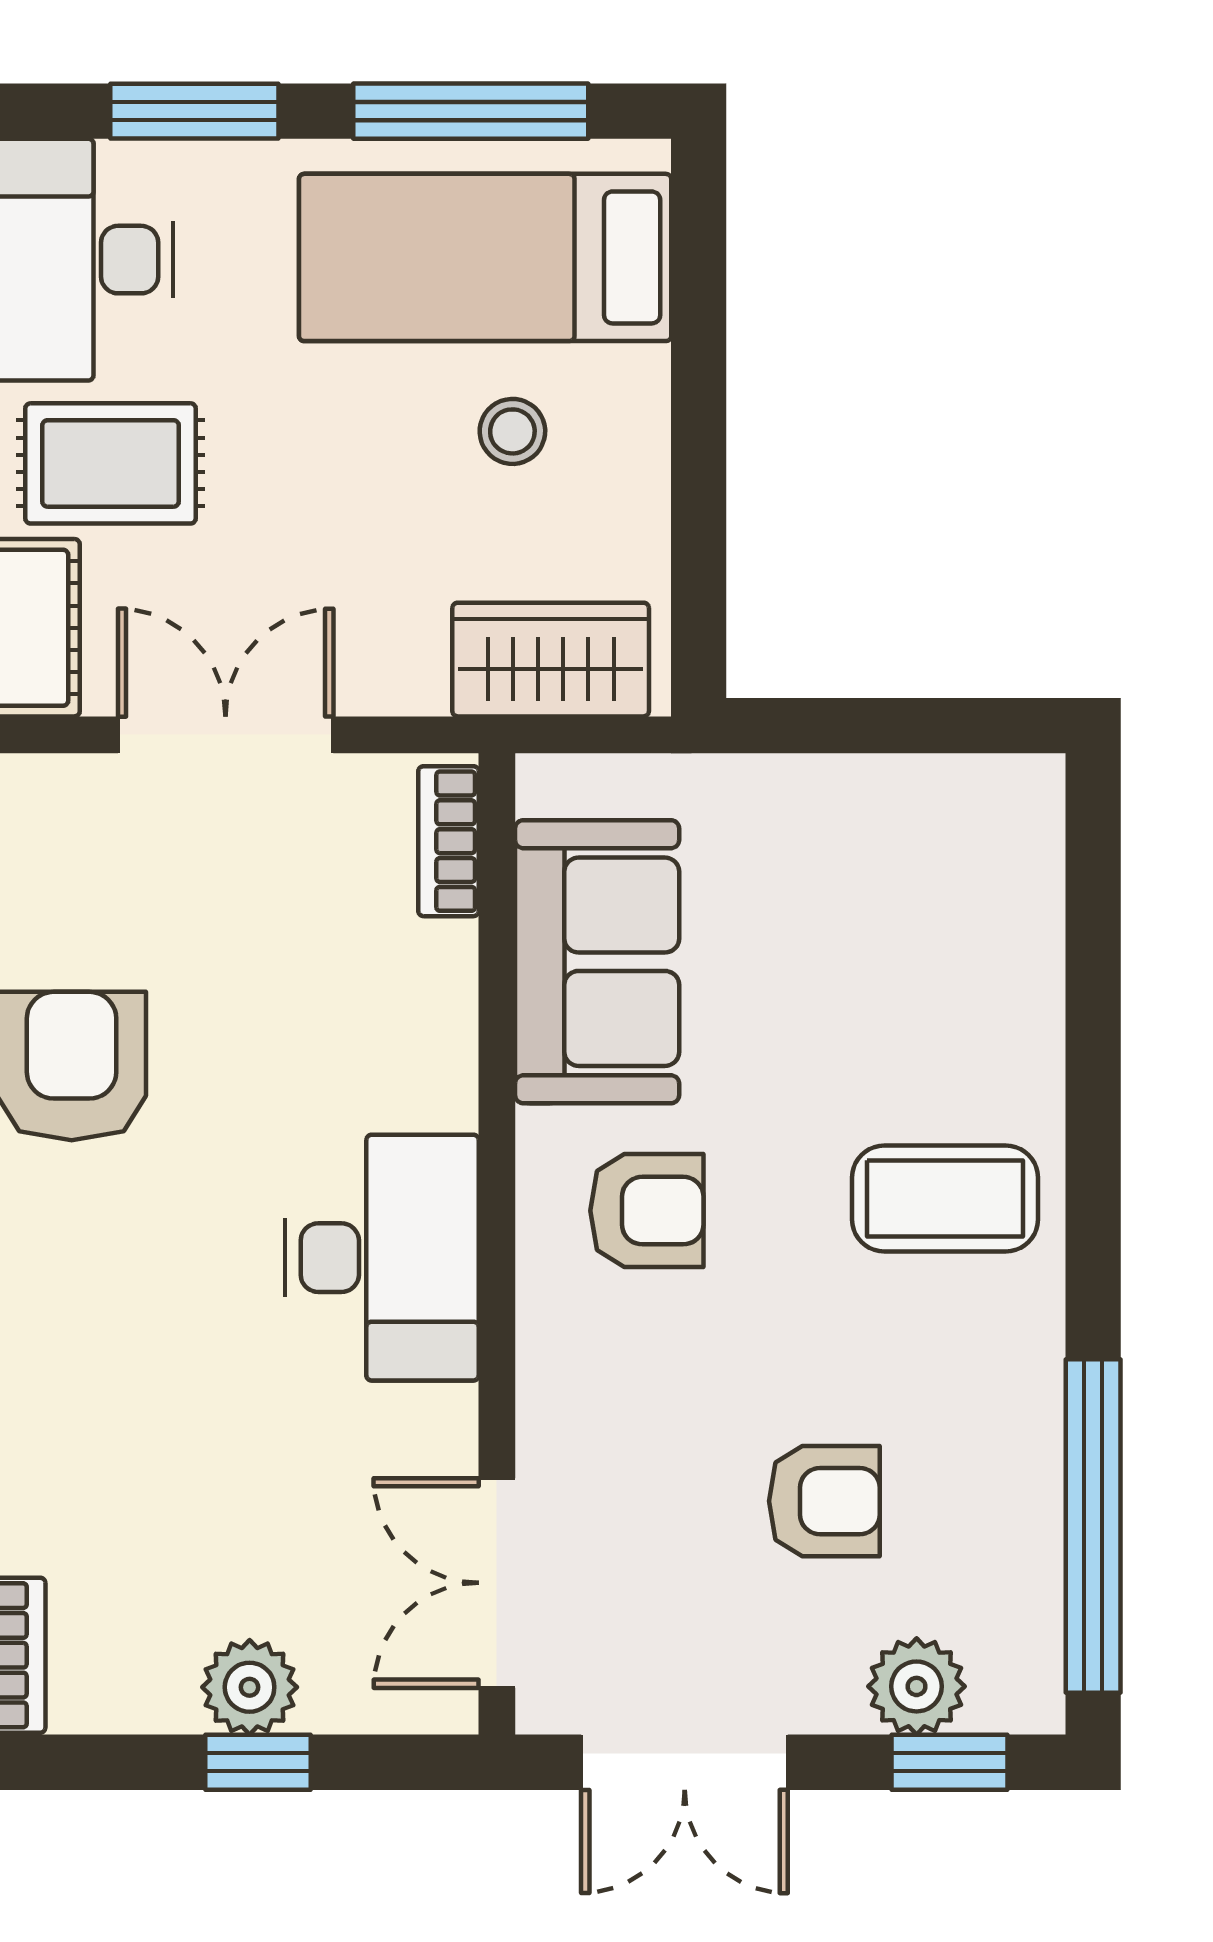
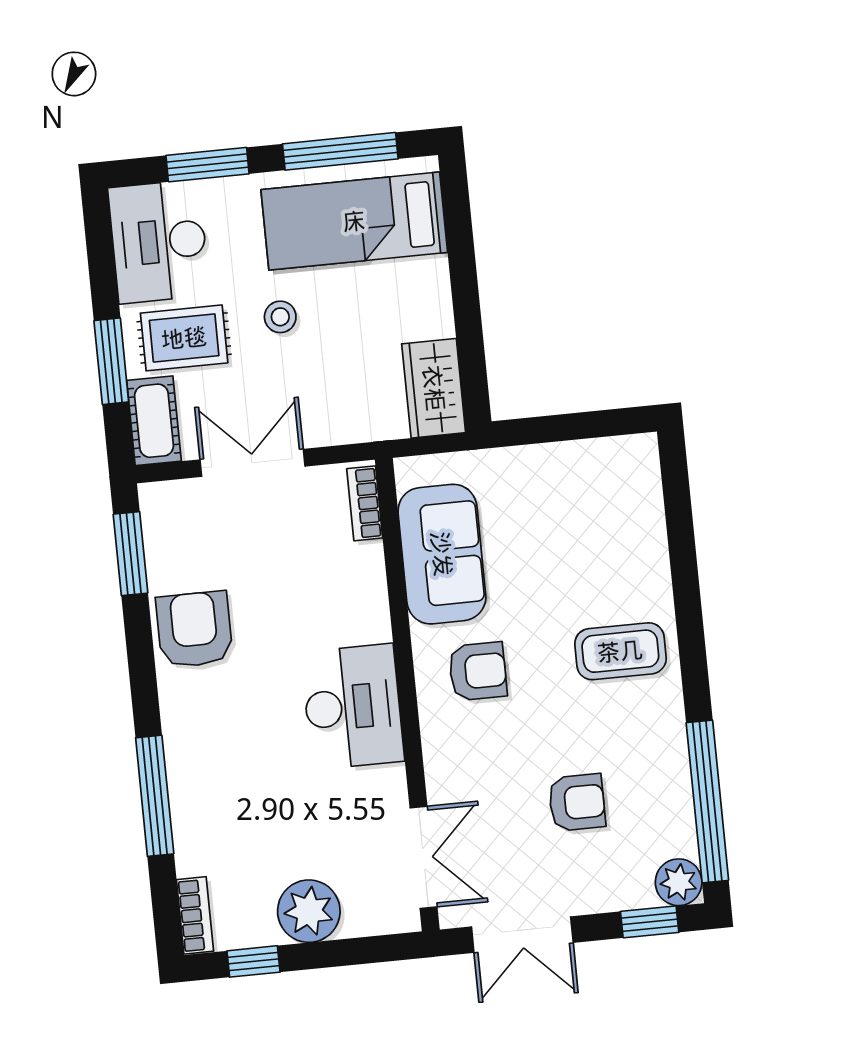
stool: (512, 431) -> (280, 317), moved
wardrobe: (551, 660) -> (434, 388), moved, turned -90
double door: (497, 1583) -> (424, 857), swing flipped
plant: (917, 1686) -> (679, 882), moved
plant: (250, 1687) -> (309, 911), width x1.36, depth x1.36
window: (258, 1762) -> (253, 961), moved

